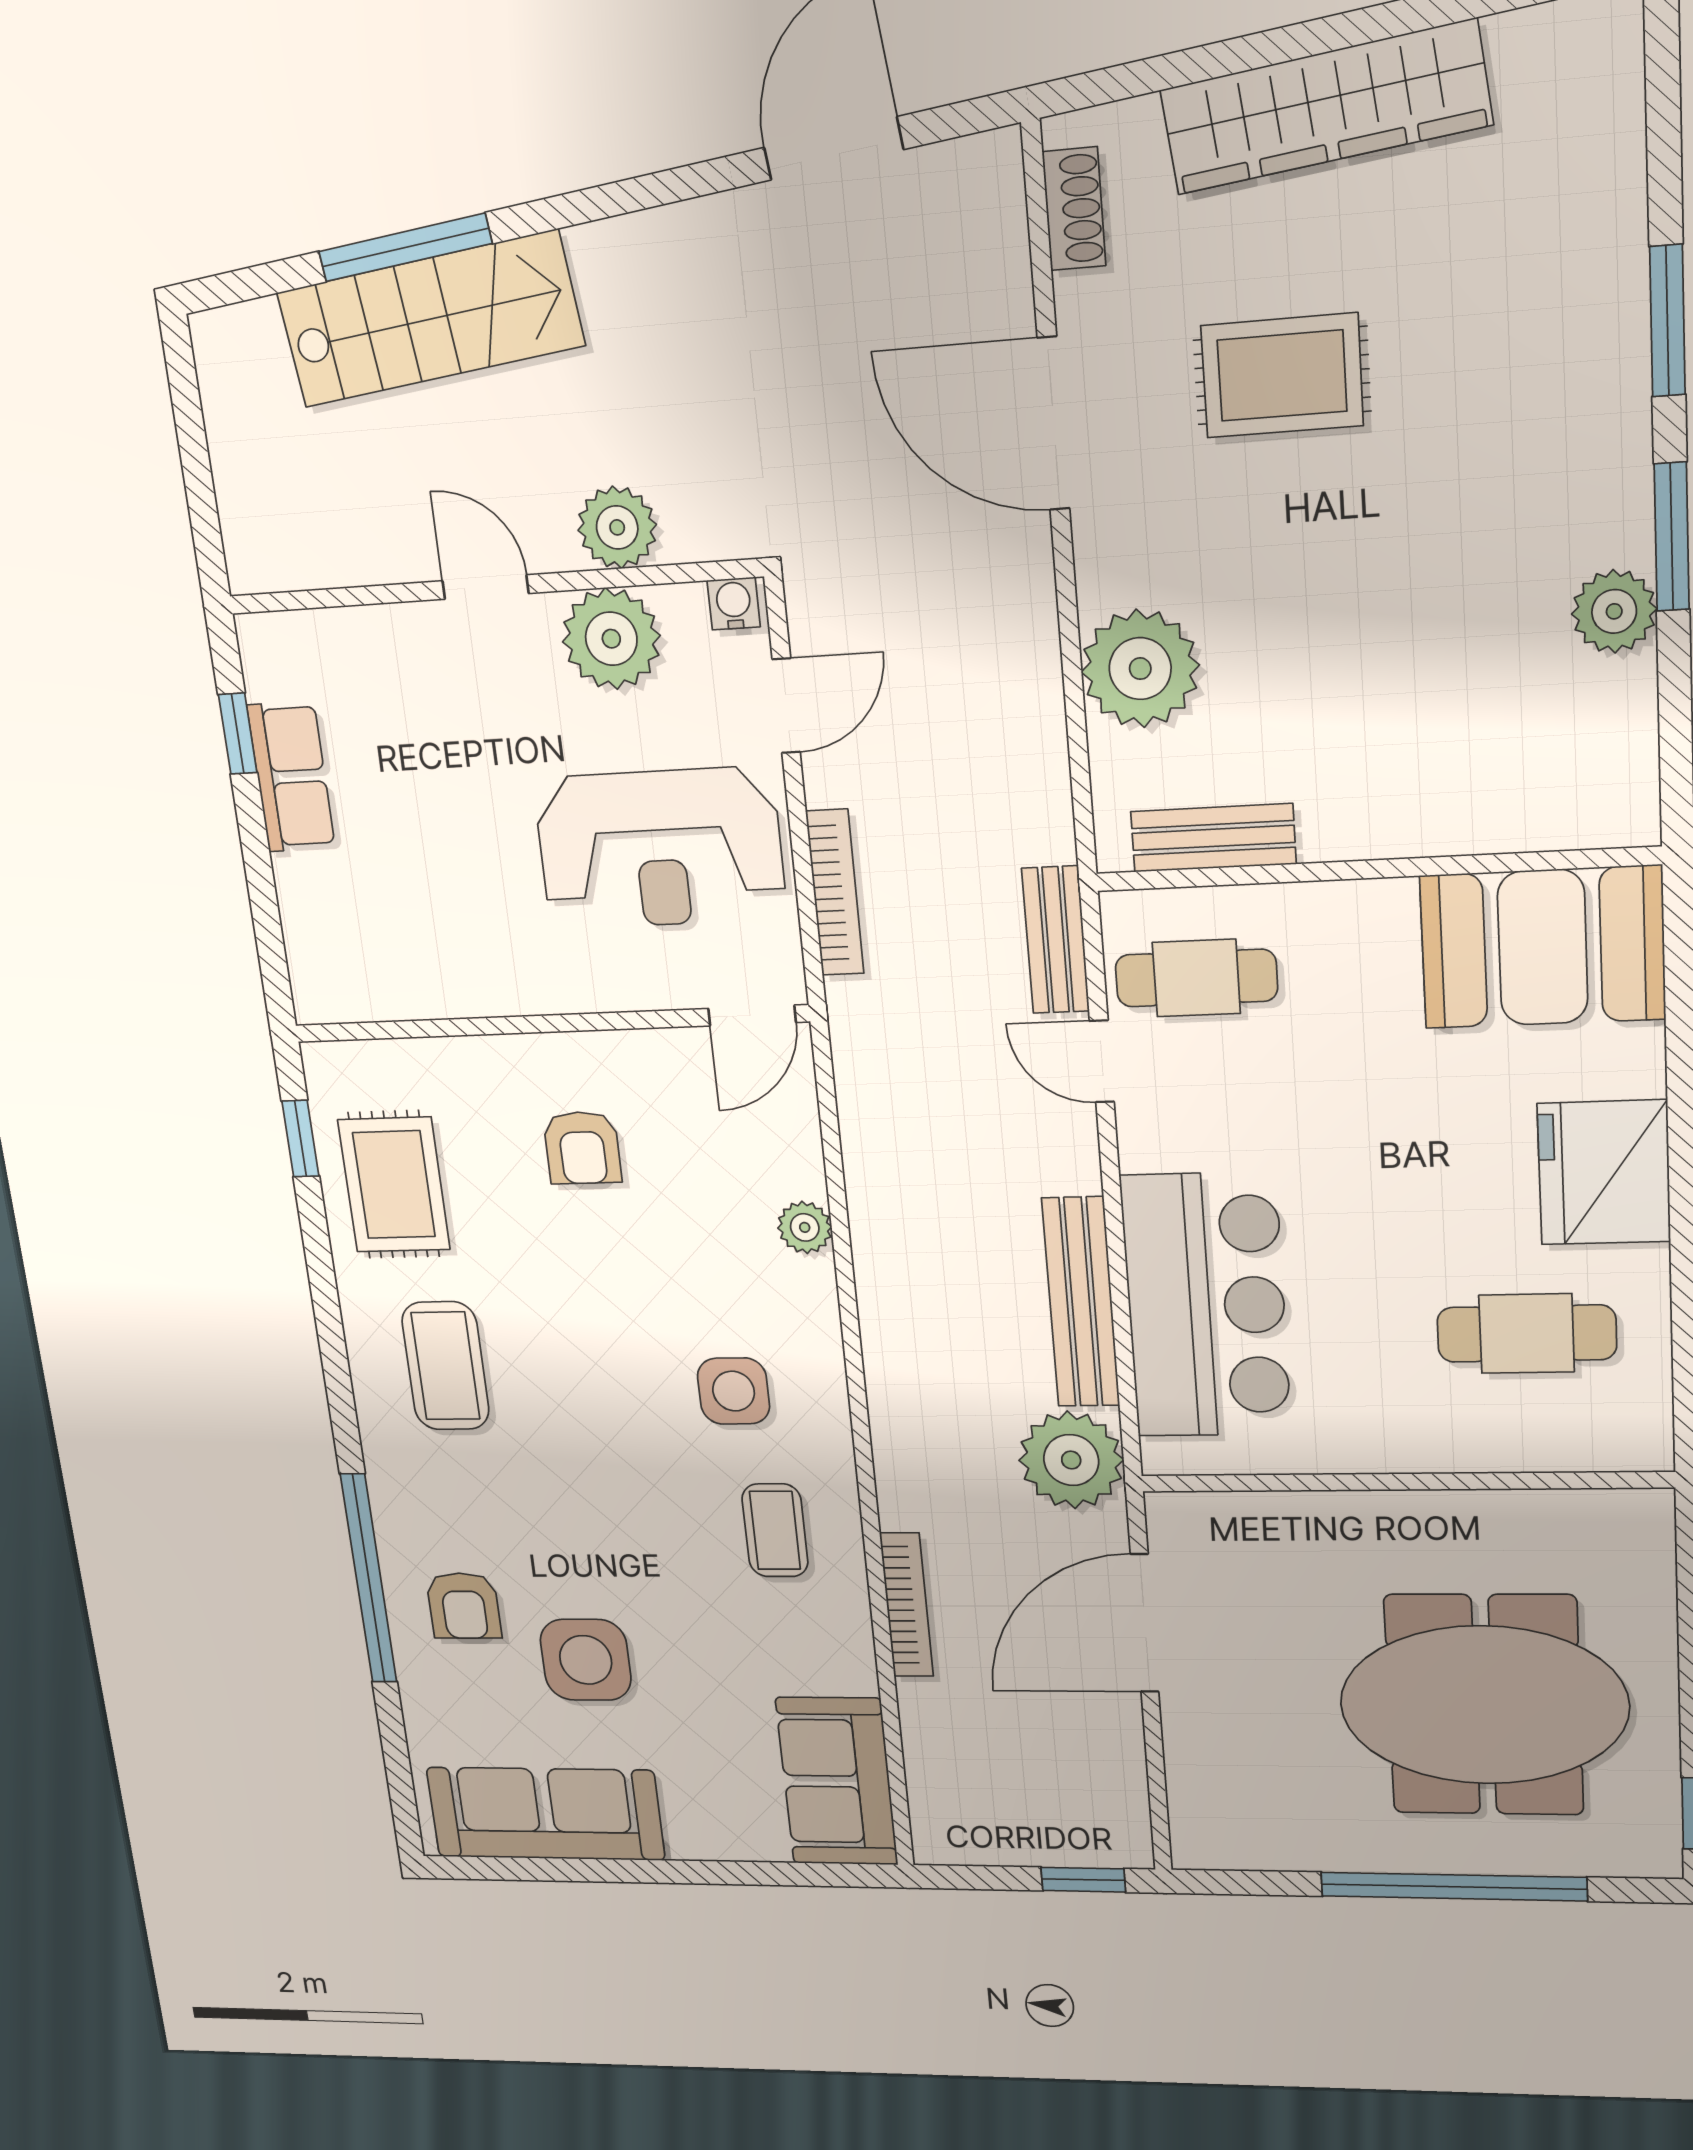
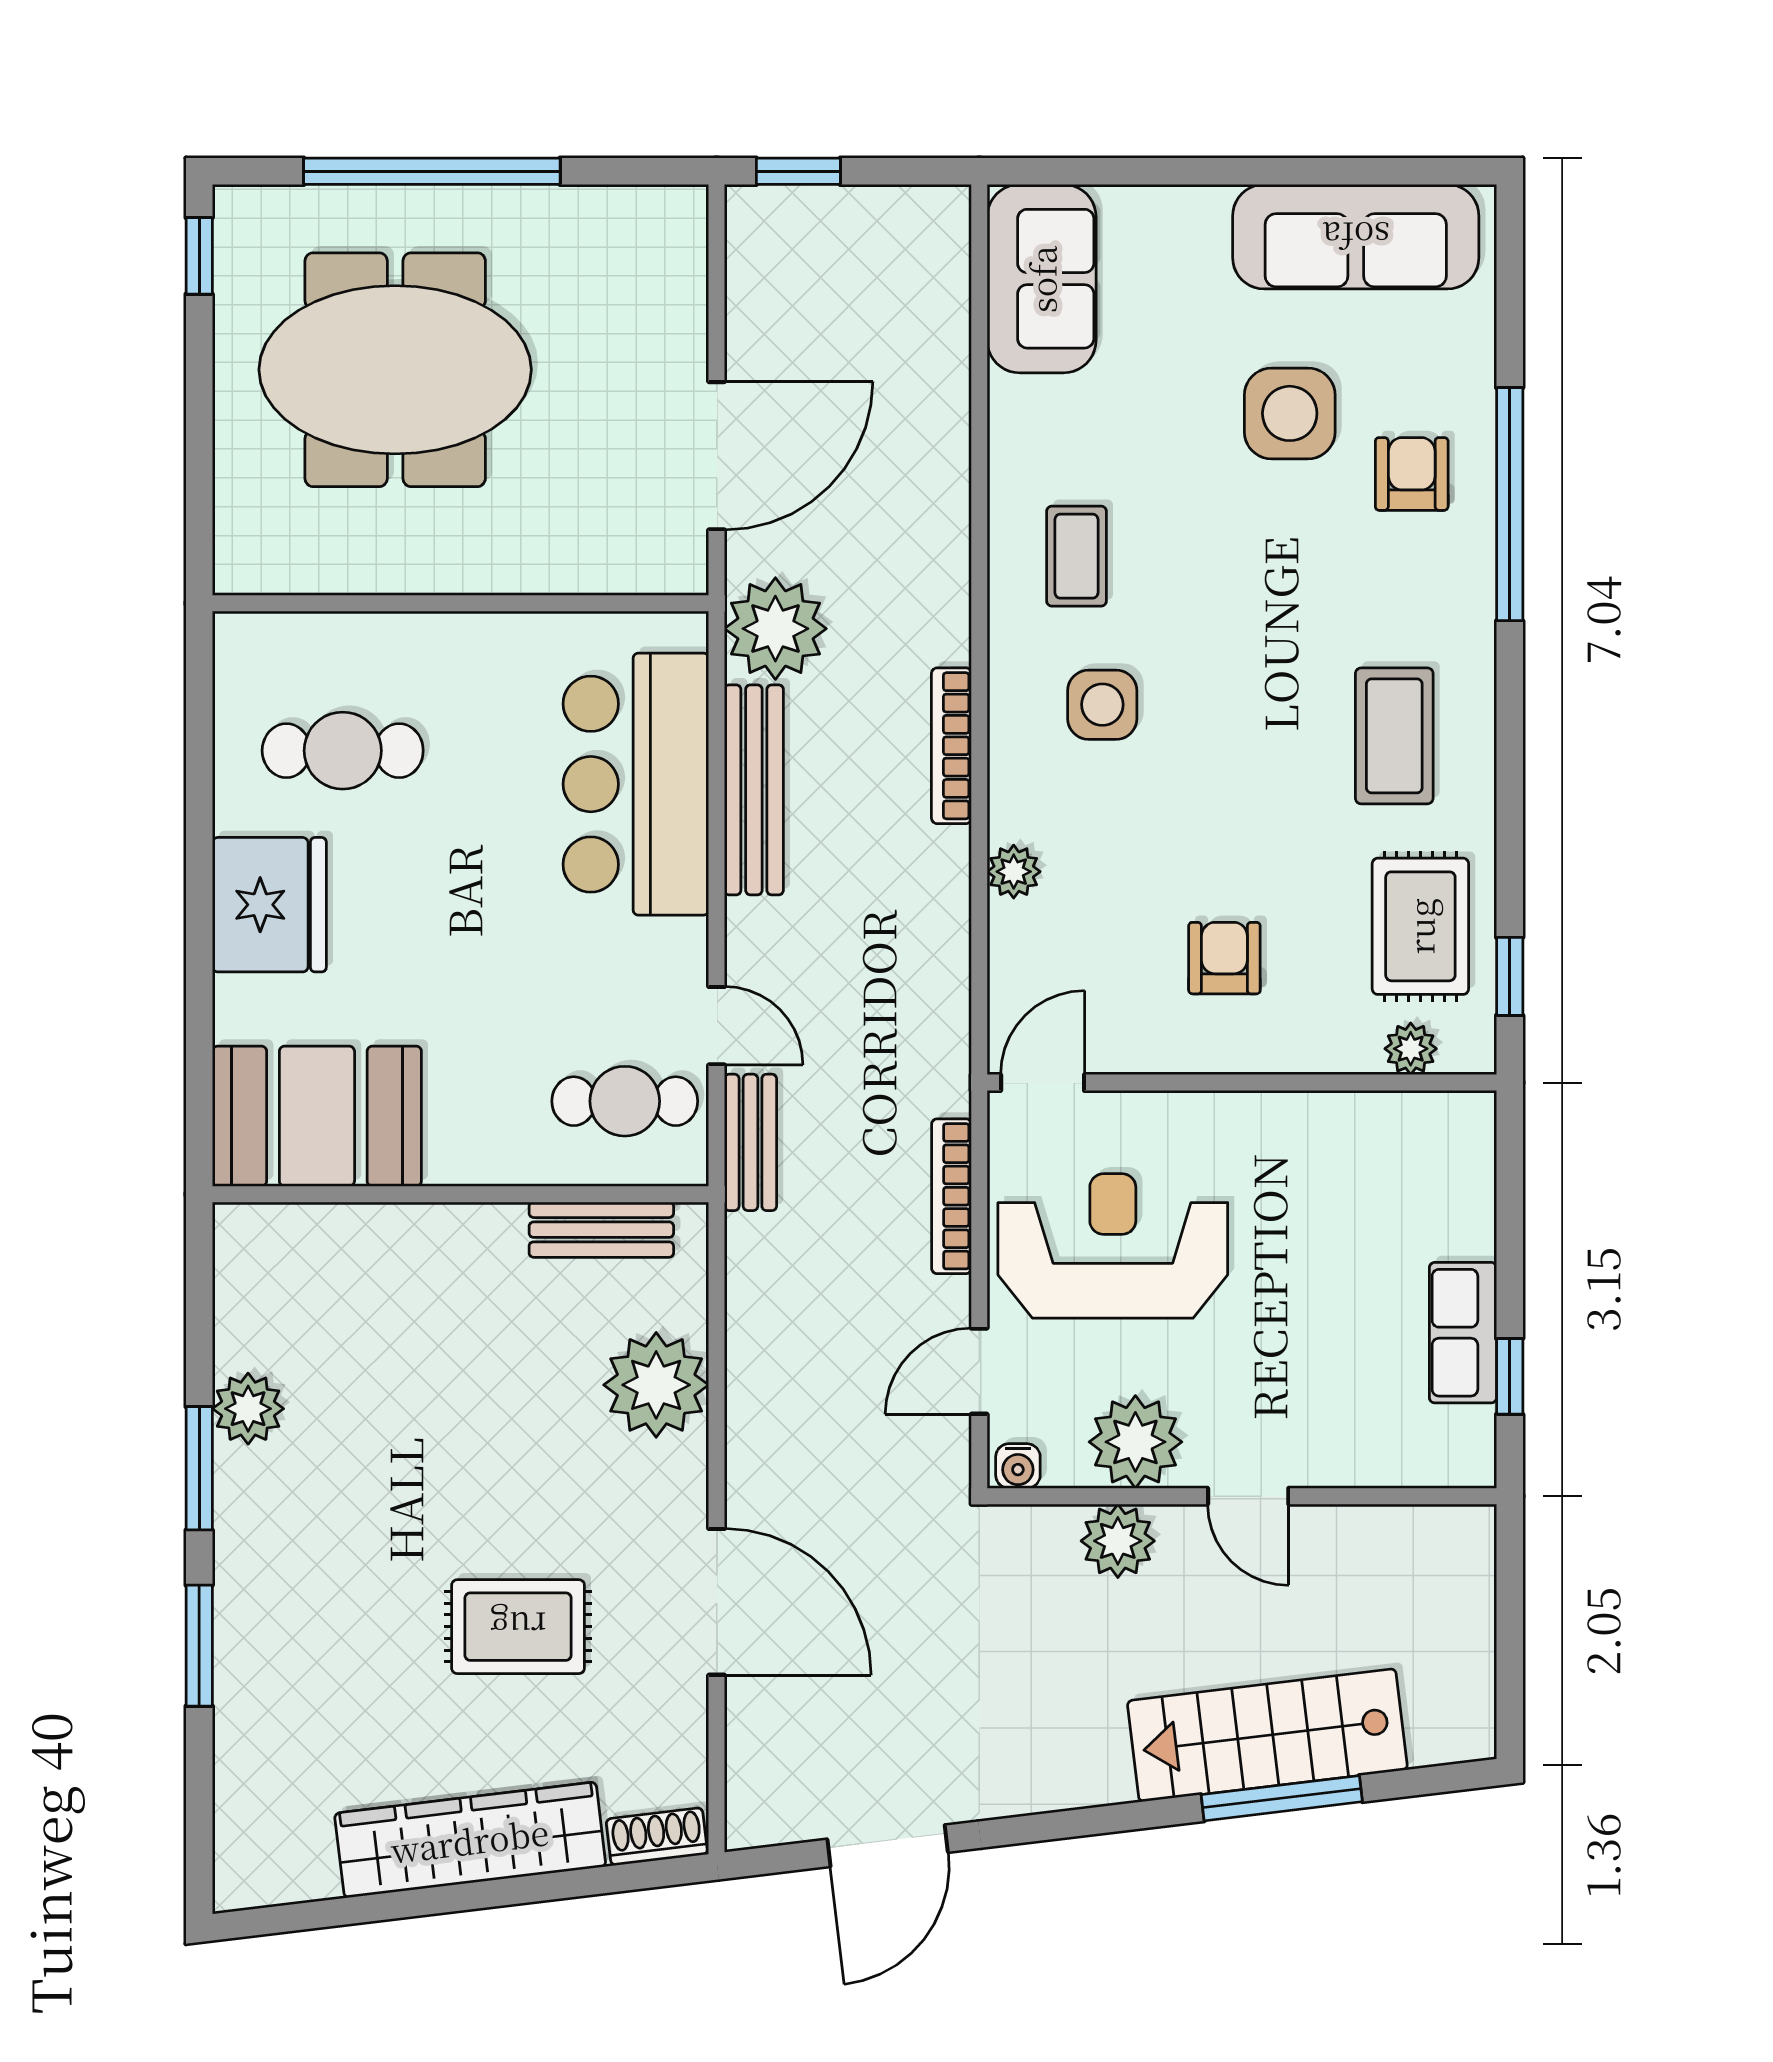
shoe rack: (1074, 209) -> (657, 1837), moved, turned 83
plant: (386, 1064) -> (1411, 1049), added
bookcase: (906, 1605) -> (951, 746), moved

